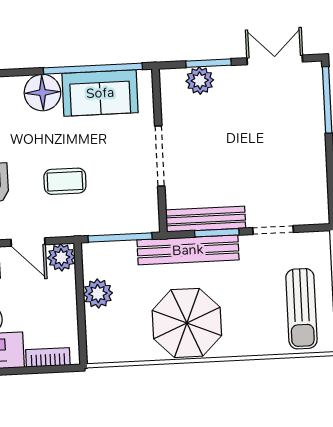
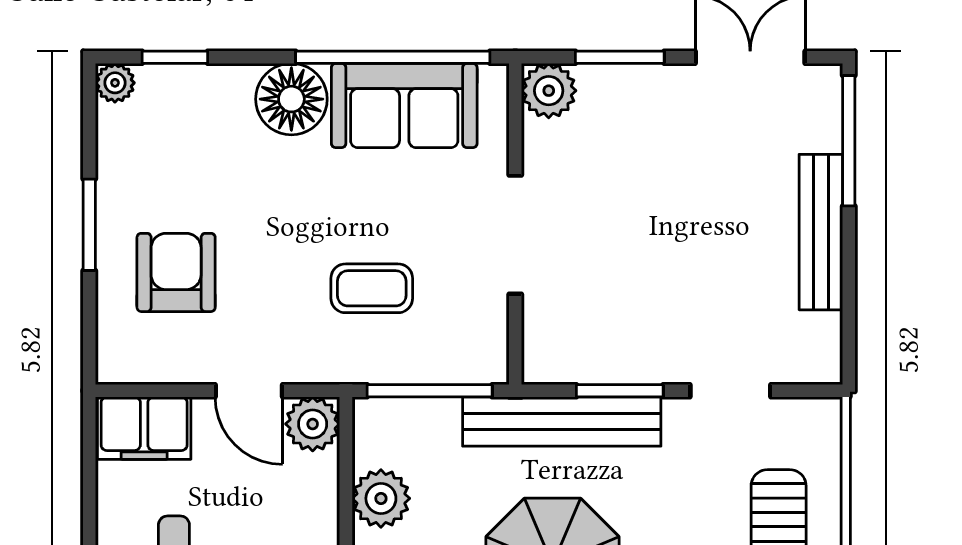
plant: (200, 81) -> (549, 91), moved
coffee table: (65, 181) -> (372, 288), moved
bench: (206, 219) -> (821, 232), moved, turned 90

